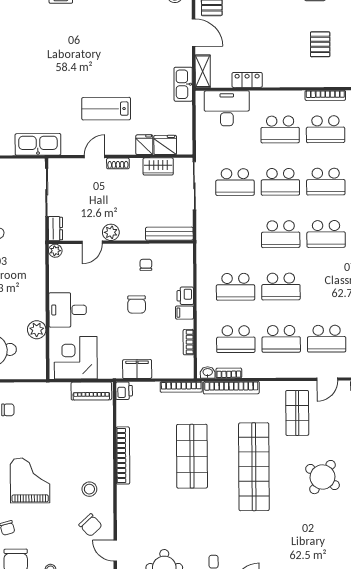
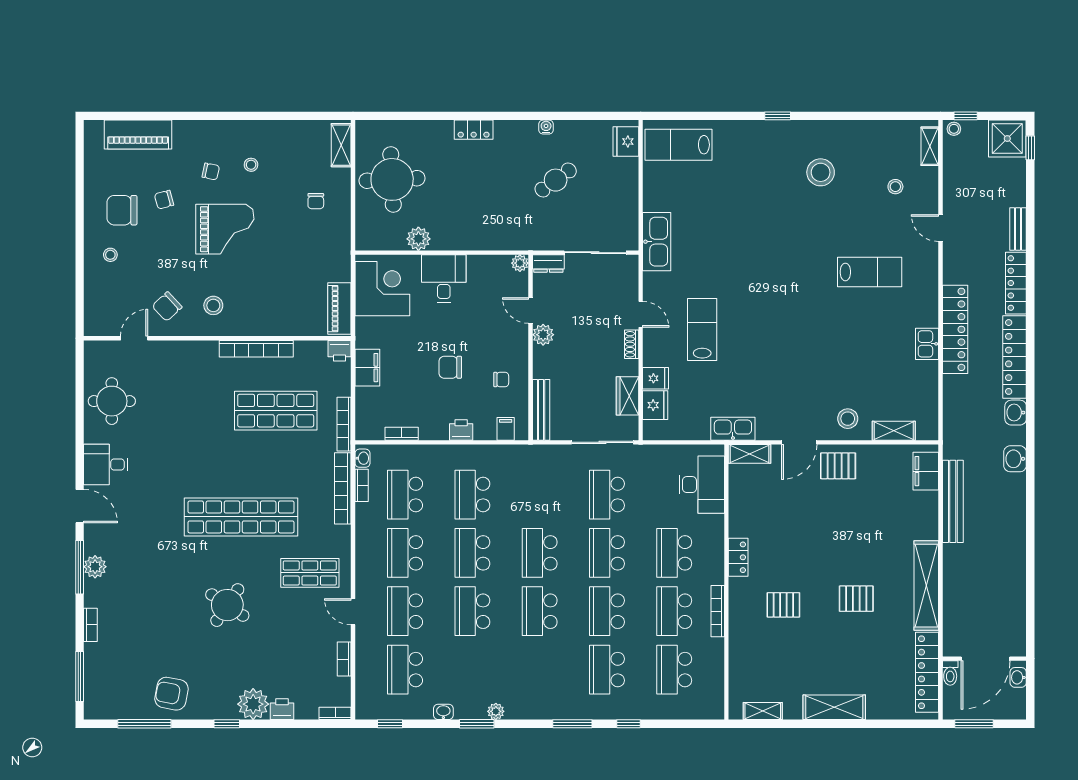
locker: (247, 80) -> (738, 557), moved
school desk: (326, 286) -> (472, 611), added
filing cabinet: (185, 313) -> (506, 429), moved
shop shelf: (192, 456) -> (276, 411), moved

